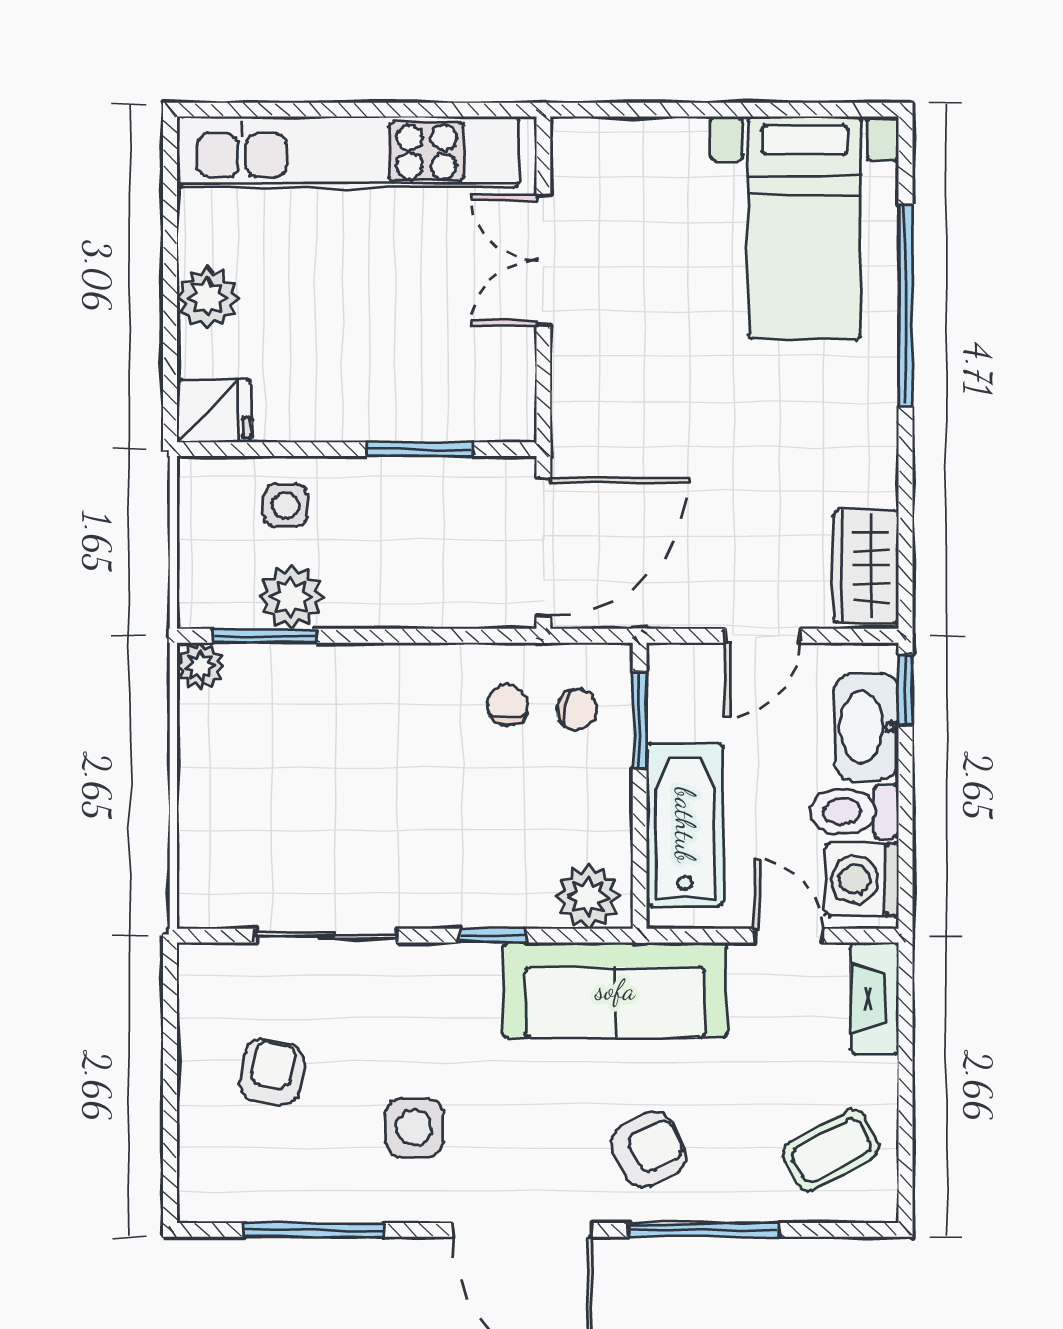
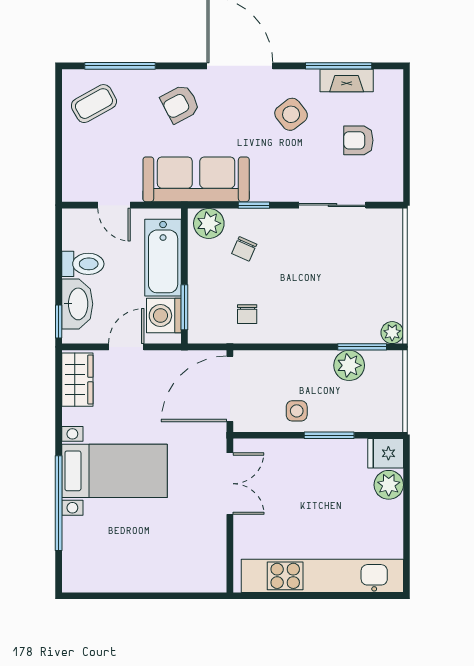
bed with nightstands: (805, 228) -> (115, 471), moved, turned 90
double door: (543, 260) -> (230, 484), moved
plant: (208, 298) -> (389, 485), moved
window: (419, 449) -> (329, 435), moved
side table: (285, 505) -> (297, 411), moved
chair: (577, 709) -> (244, 249), moved, turned -76
washing machine: (862, 879) -> (164, 316), moved, turned 180
fireplace: (875, 998) -> (347, 80), moved, turned 90
armchair: (272, 1073) -> (358, 140), turned 79
side table: (414, 1128) -> (291, 114), turned -38
window: (704, 1230) -> (120, 66), moved

